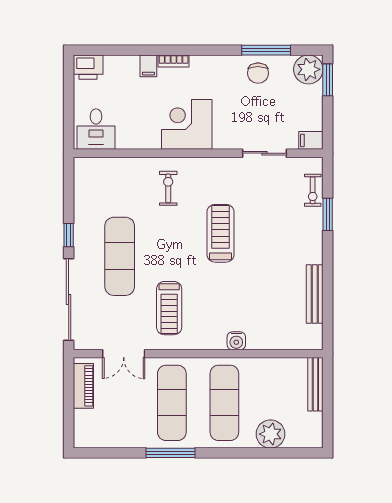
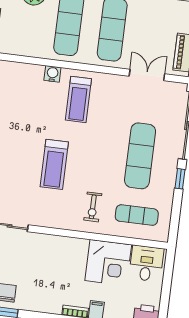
corner desk: (187, 124) -> (108, 263), moved
exercise mat: (115, 185) -> (137, 215), added
treadmill: (169, 308) -> (78, 99), moved, turned 180

